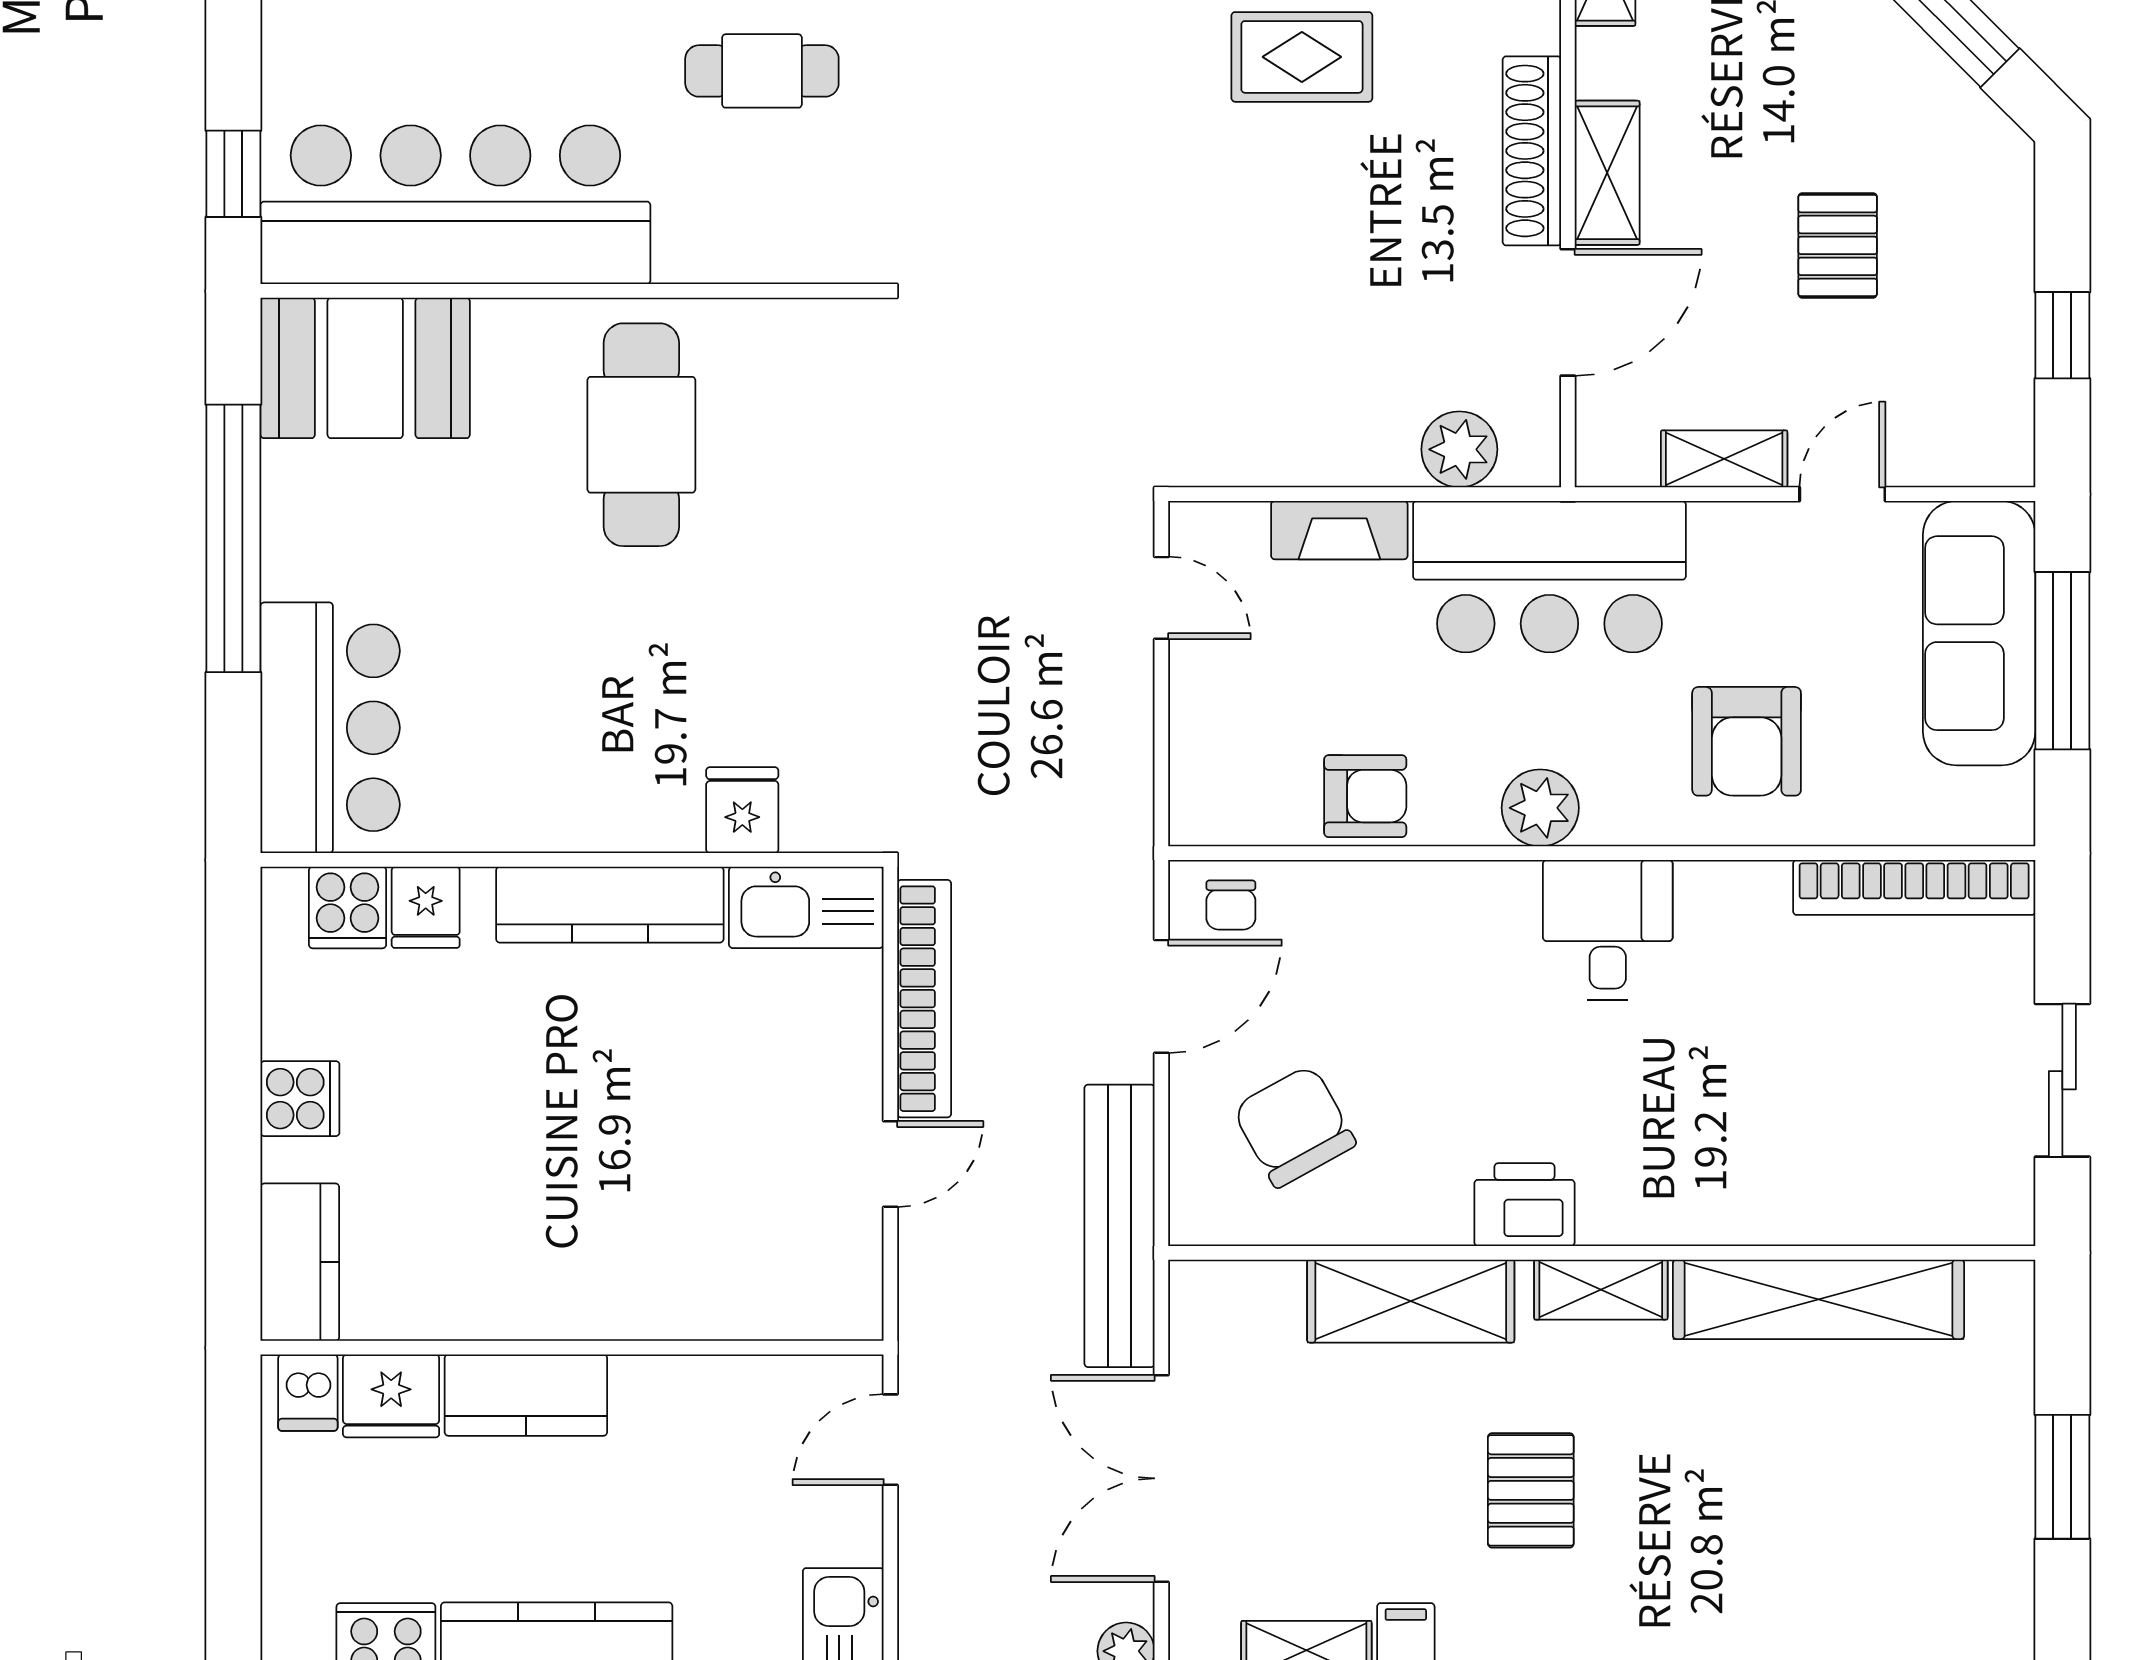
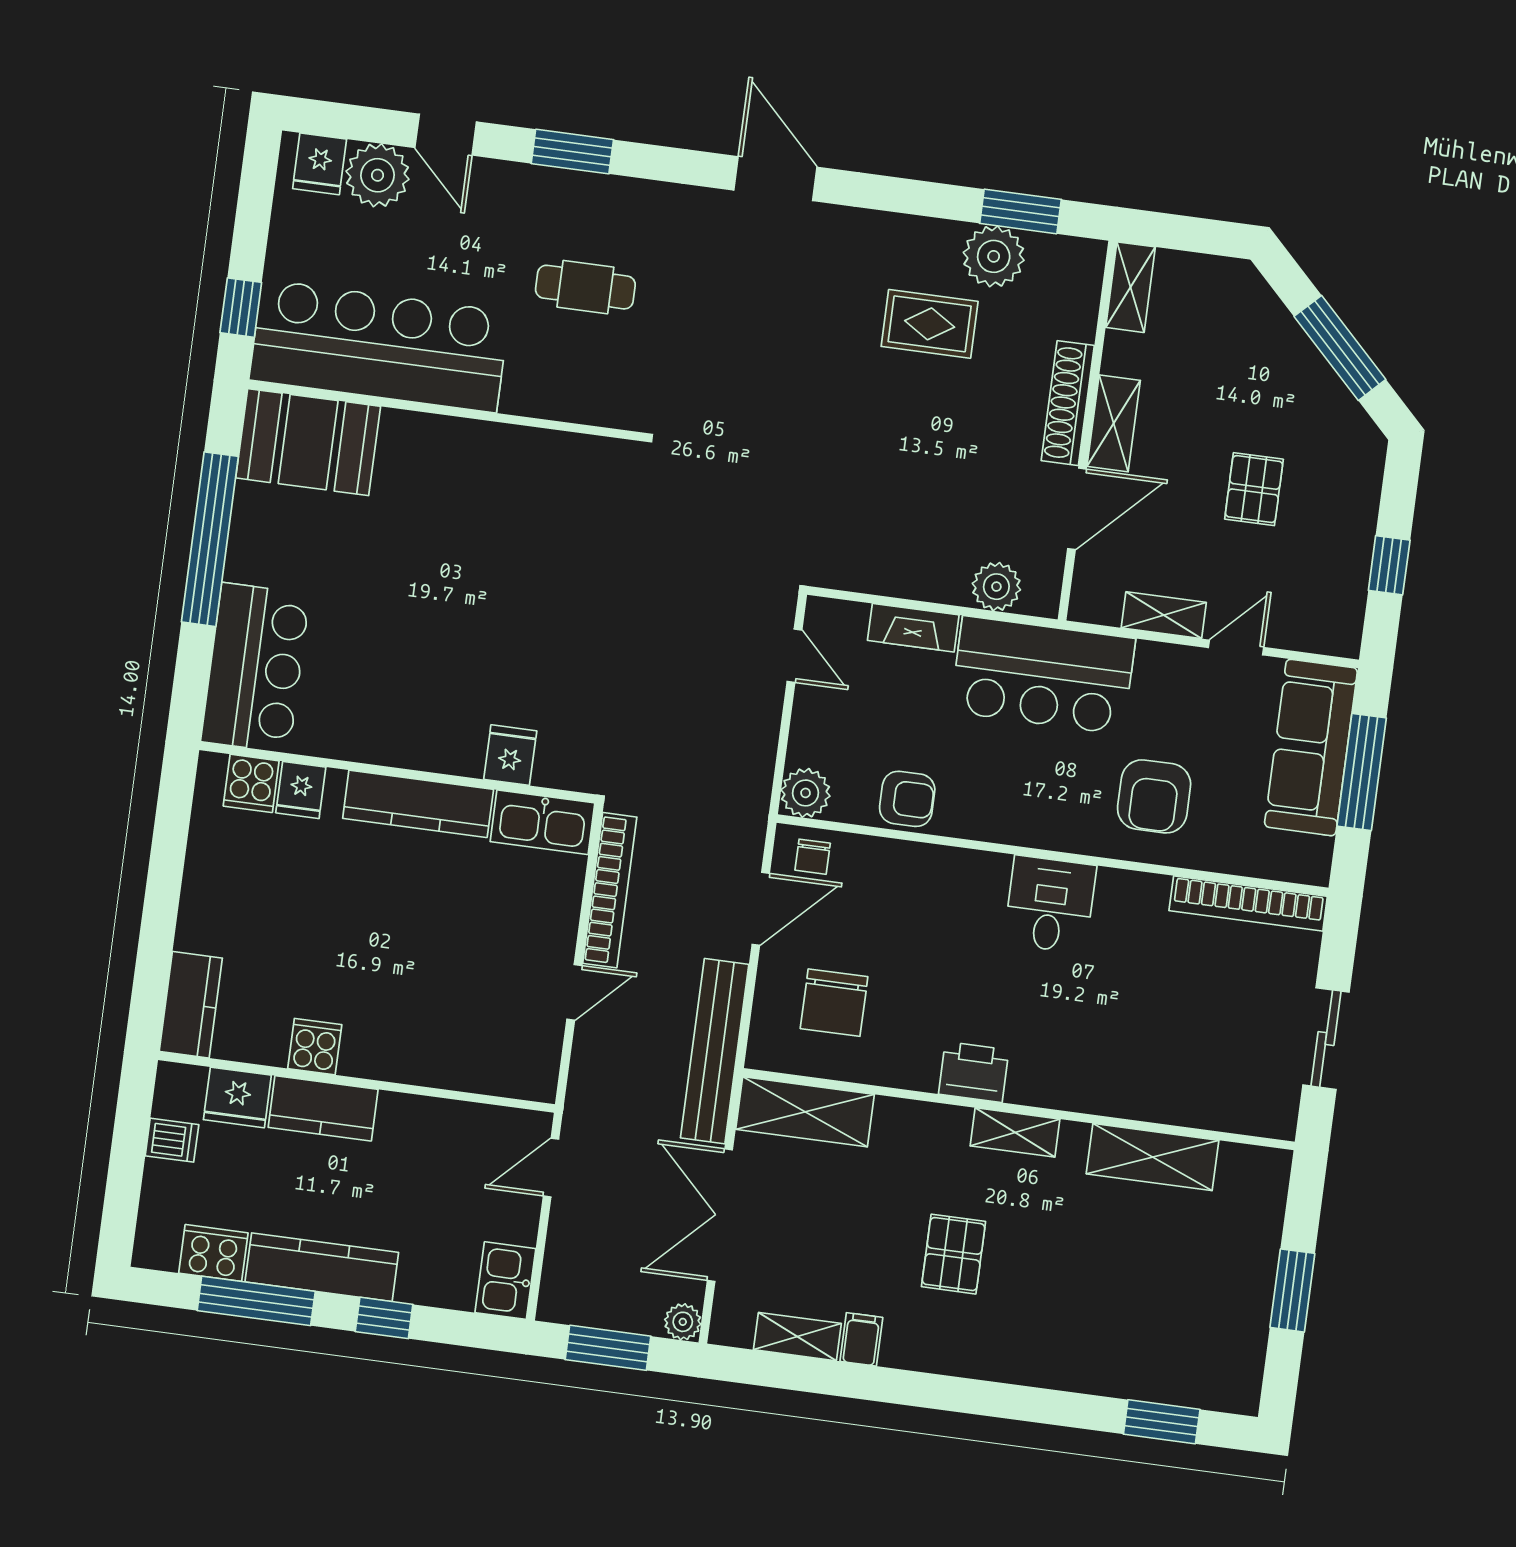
cafe table: (641, 435) -> (478, 508), removed
plant: (1540, 808) -> (805, 793), moved
cooker: (300, 1099) -> (315, 1047), moved, turned -90
chair: (1294, 1126) -> (834, 1003), turned -151
shelving: (1819, 1299) -> (1153, 1157), width x0.68
shelving: (1411, 1301) -> (805, 1112), moved
dishwasher: (308, 1393) -> (172, 1140), moved, turned -90

